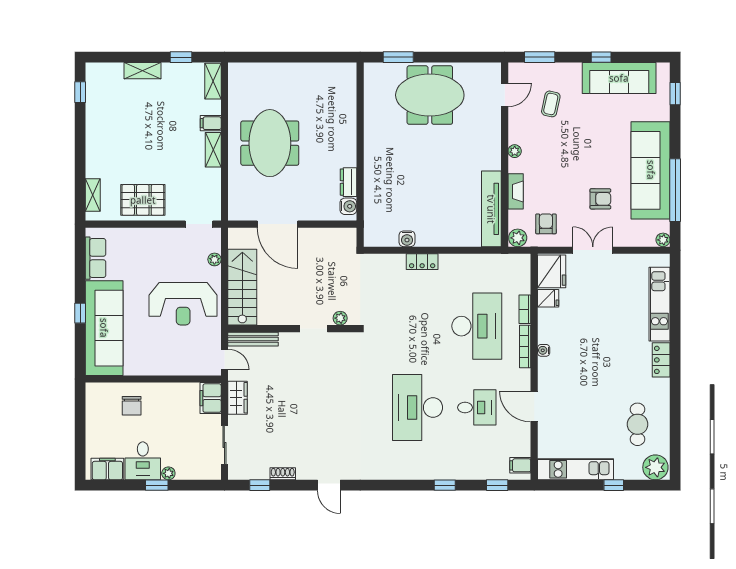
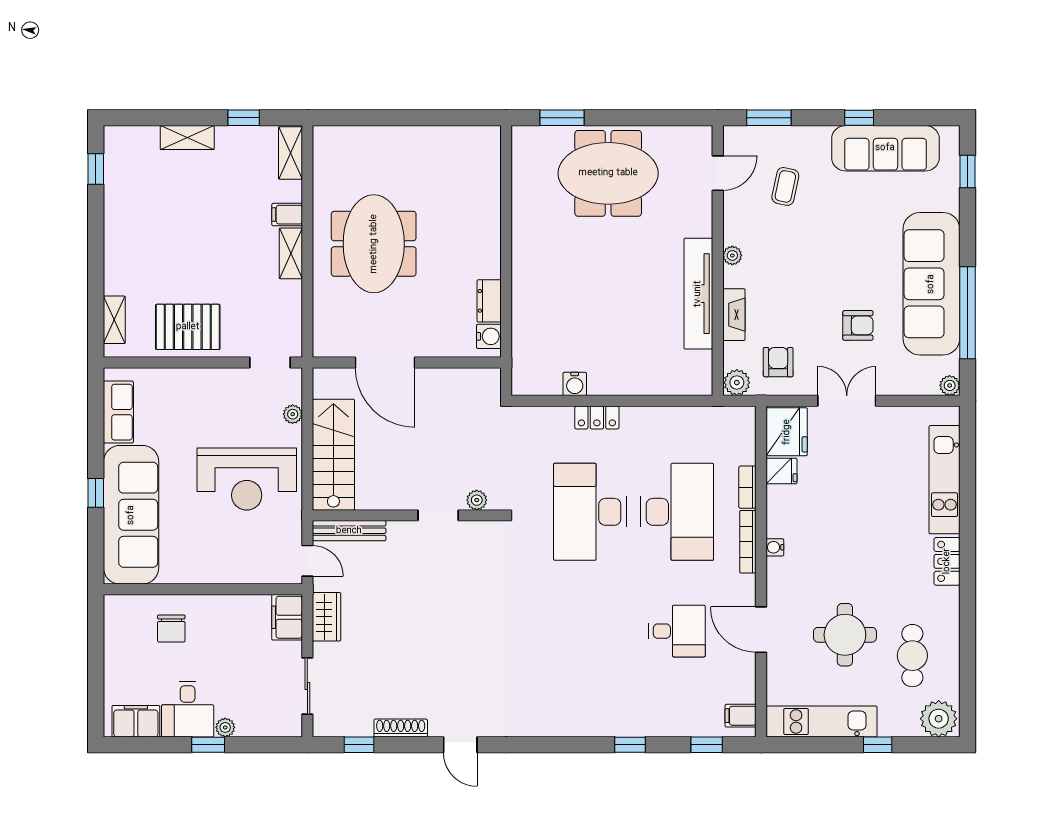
tv unit: (491, 209) -> (698, 294), moved
desk: (418, 407) -> (590, 512), moved
round table: (591, 410) -> (845, 635), added
shoe rack: (283, 474) -> (401, 728), width x1.43

